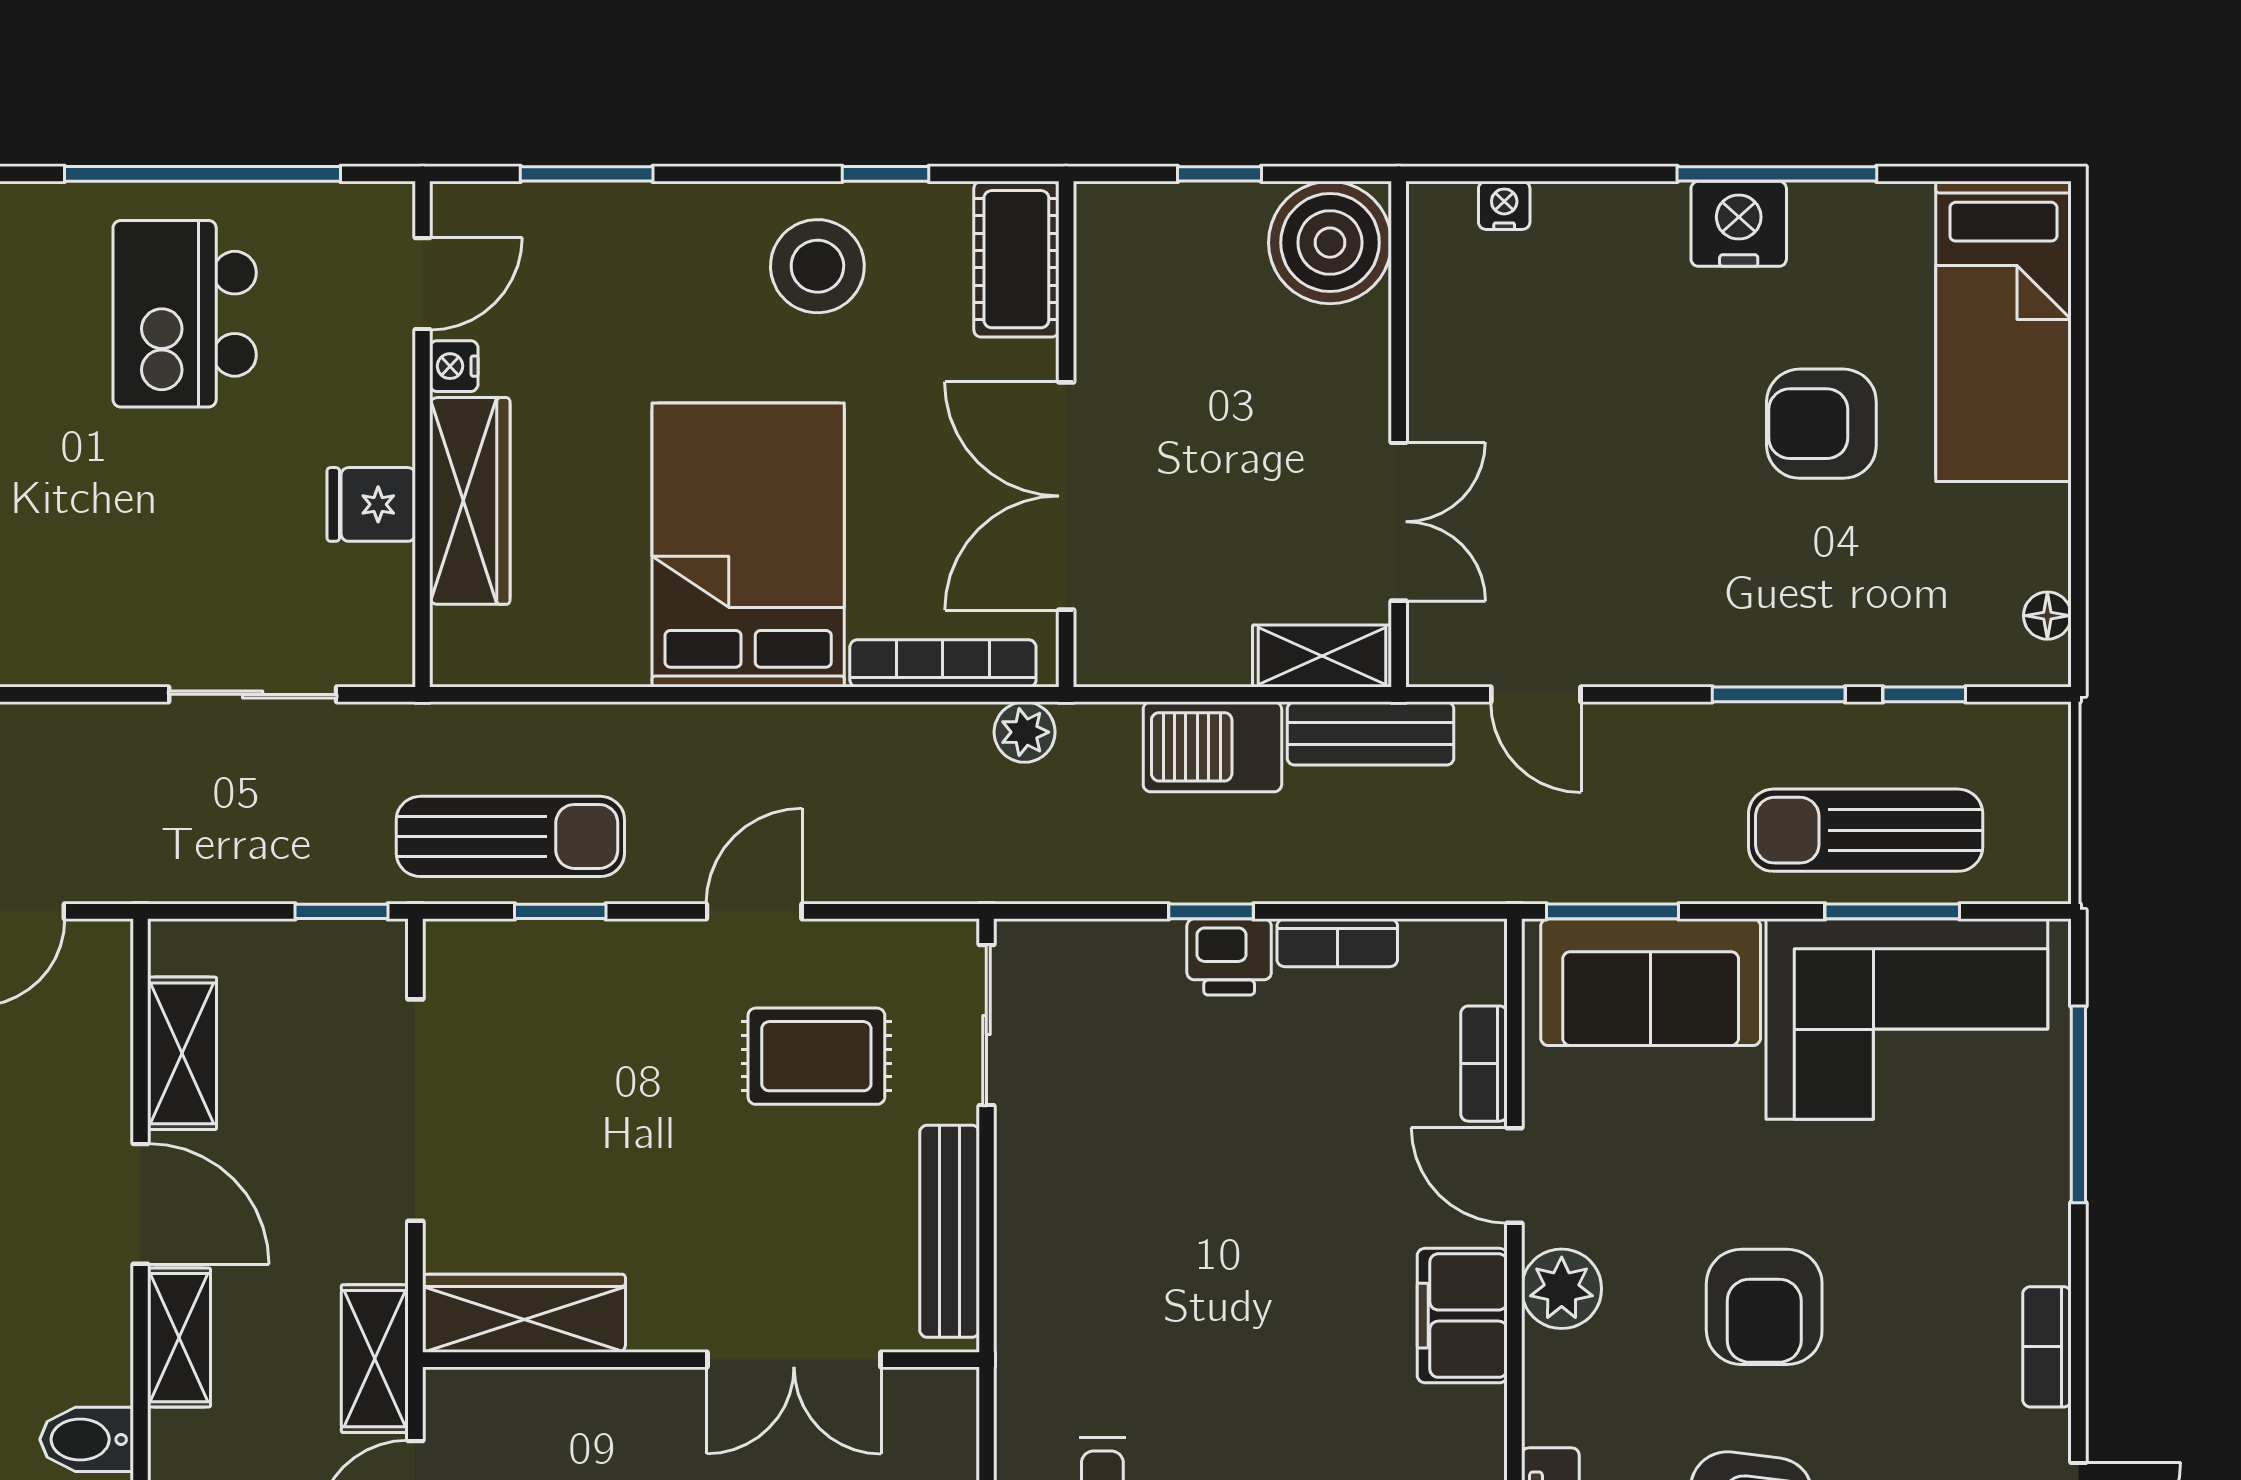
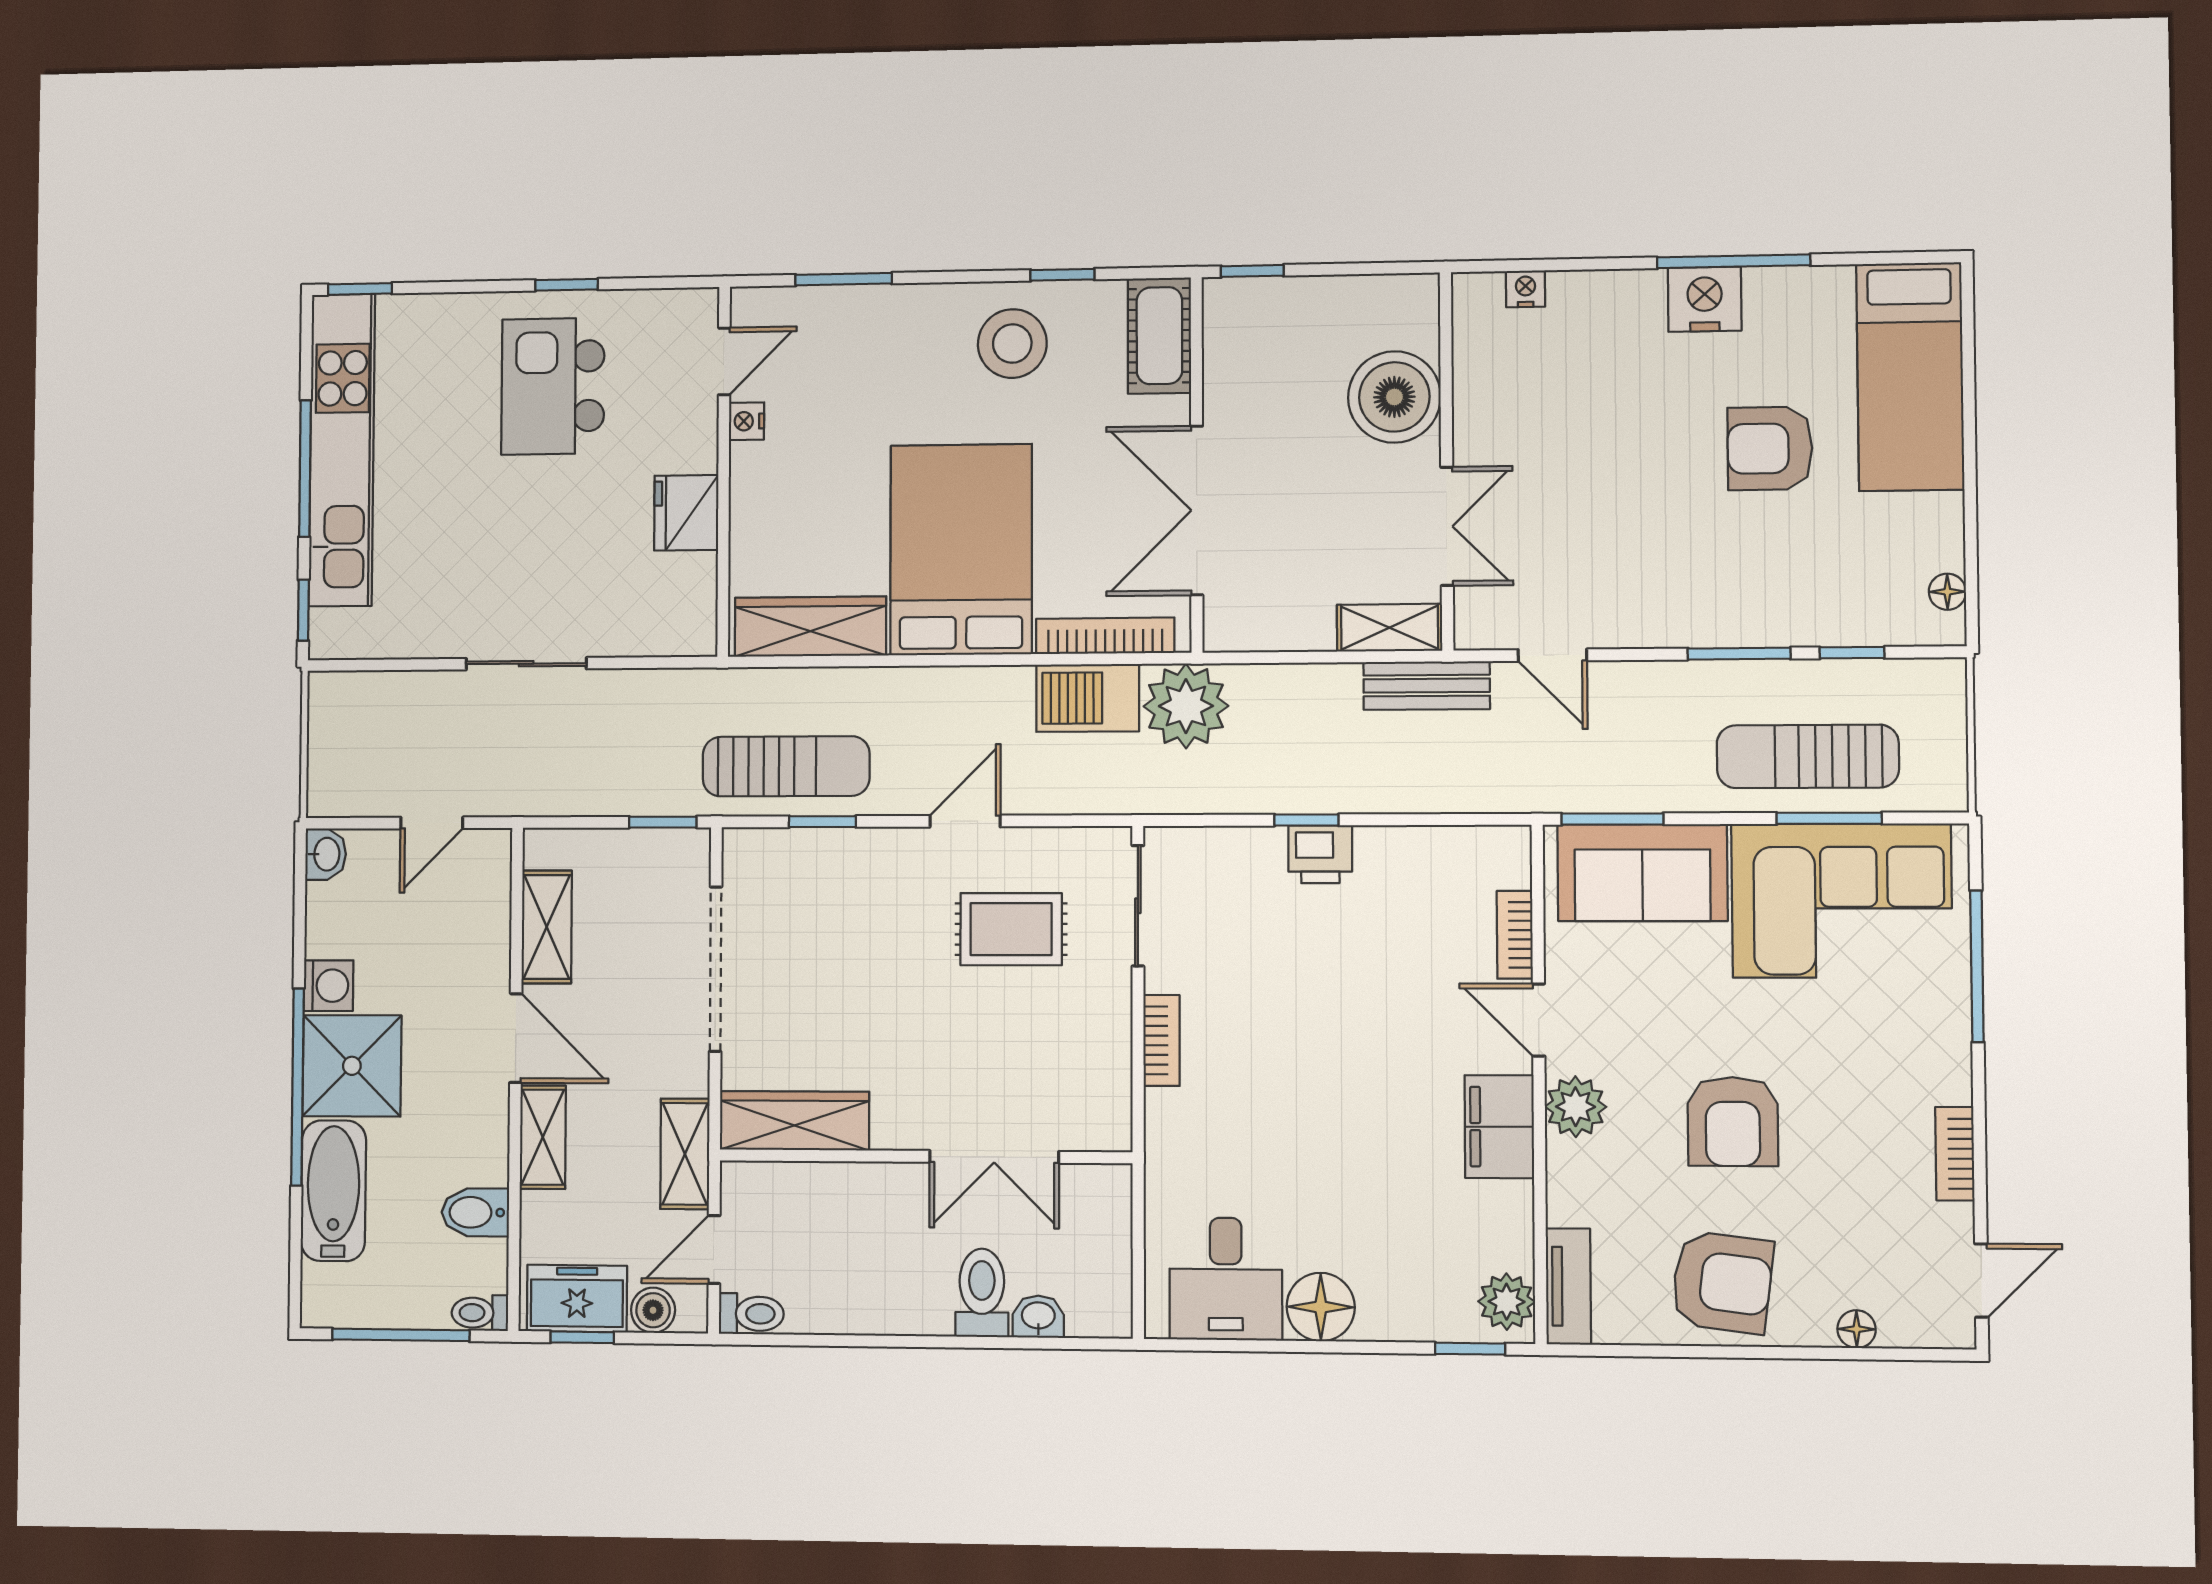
window: (203, 174) -> (567, 285), width x0.32
window: (1220, 174) -> (1252, 271), moved
boiler: (1330, 243) -> (1394, 397), moved
wardrobe: (470, 501) -> (810, 627), moved, turned -90
fridge: (371, 504) -> (686, 513), width x1.38
sliding door: (253, 694) -> (526, 664), moved
plant: (1025, 732) -> (1186, 706), width x1.88, depth x1.88
barbecue: (1212, 747) -> (1088, 698), moved
bookcase: (1337, 943) -> (1162, 1040), moved, turned -90
bench: (950, 1231) -> (1110, 1061), removed

